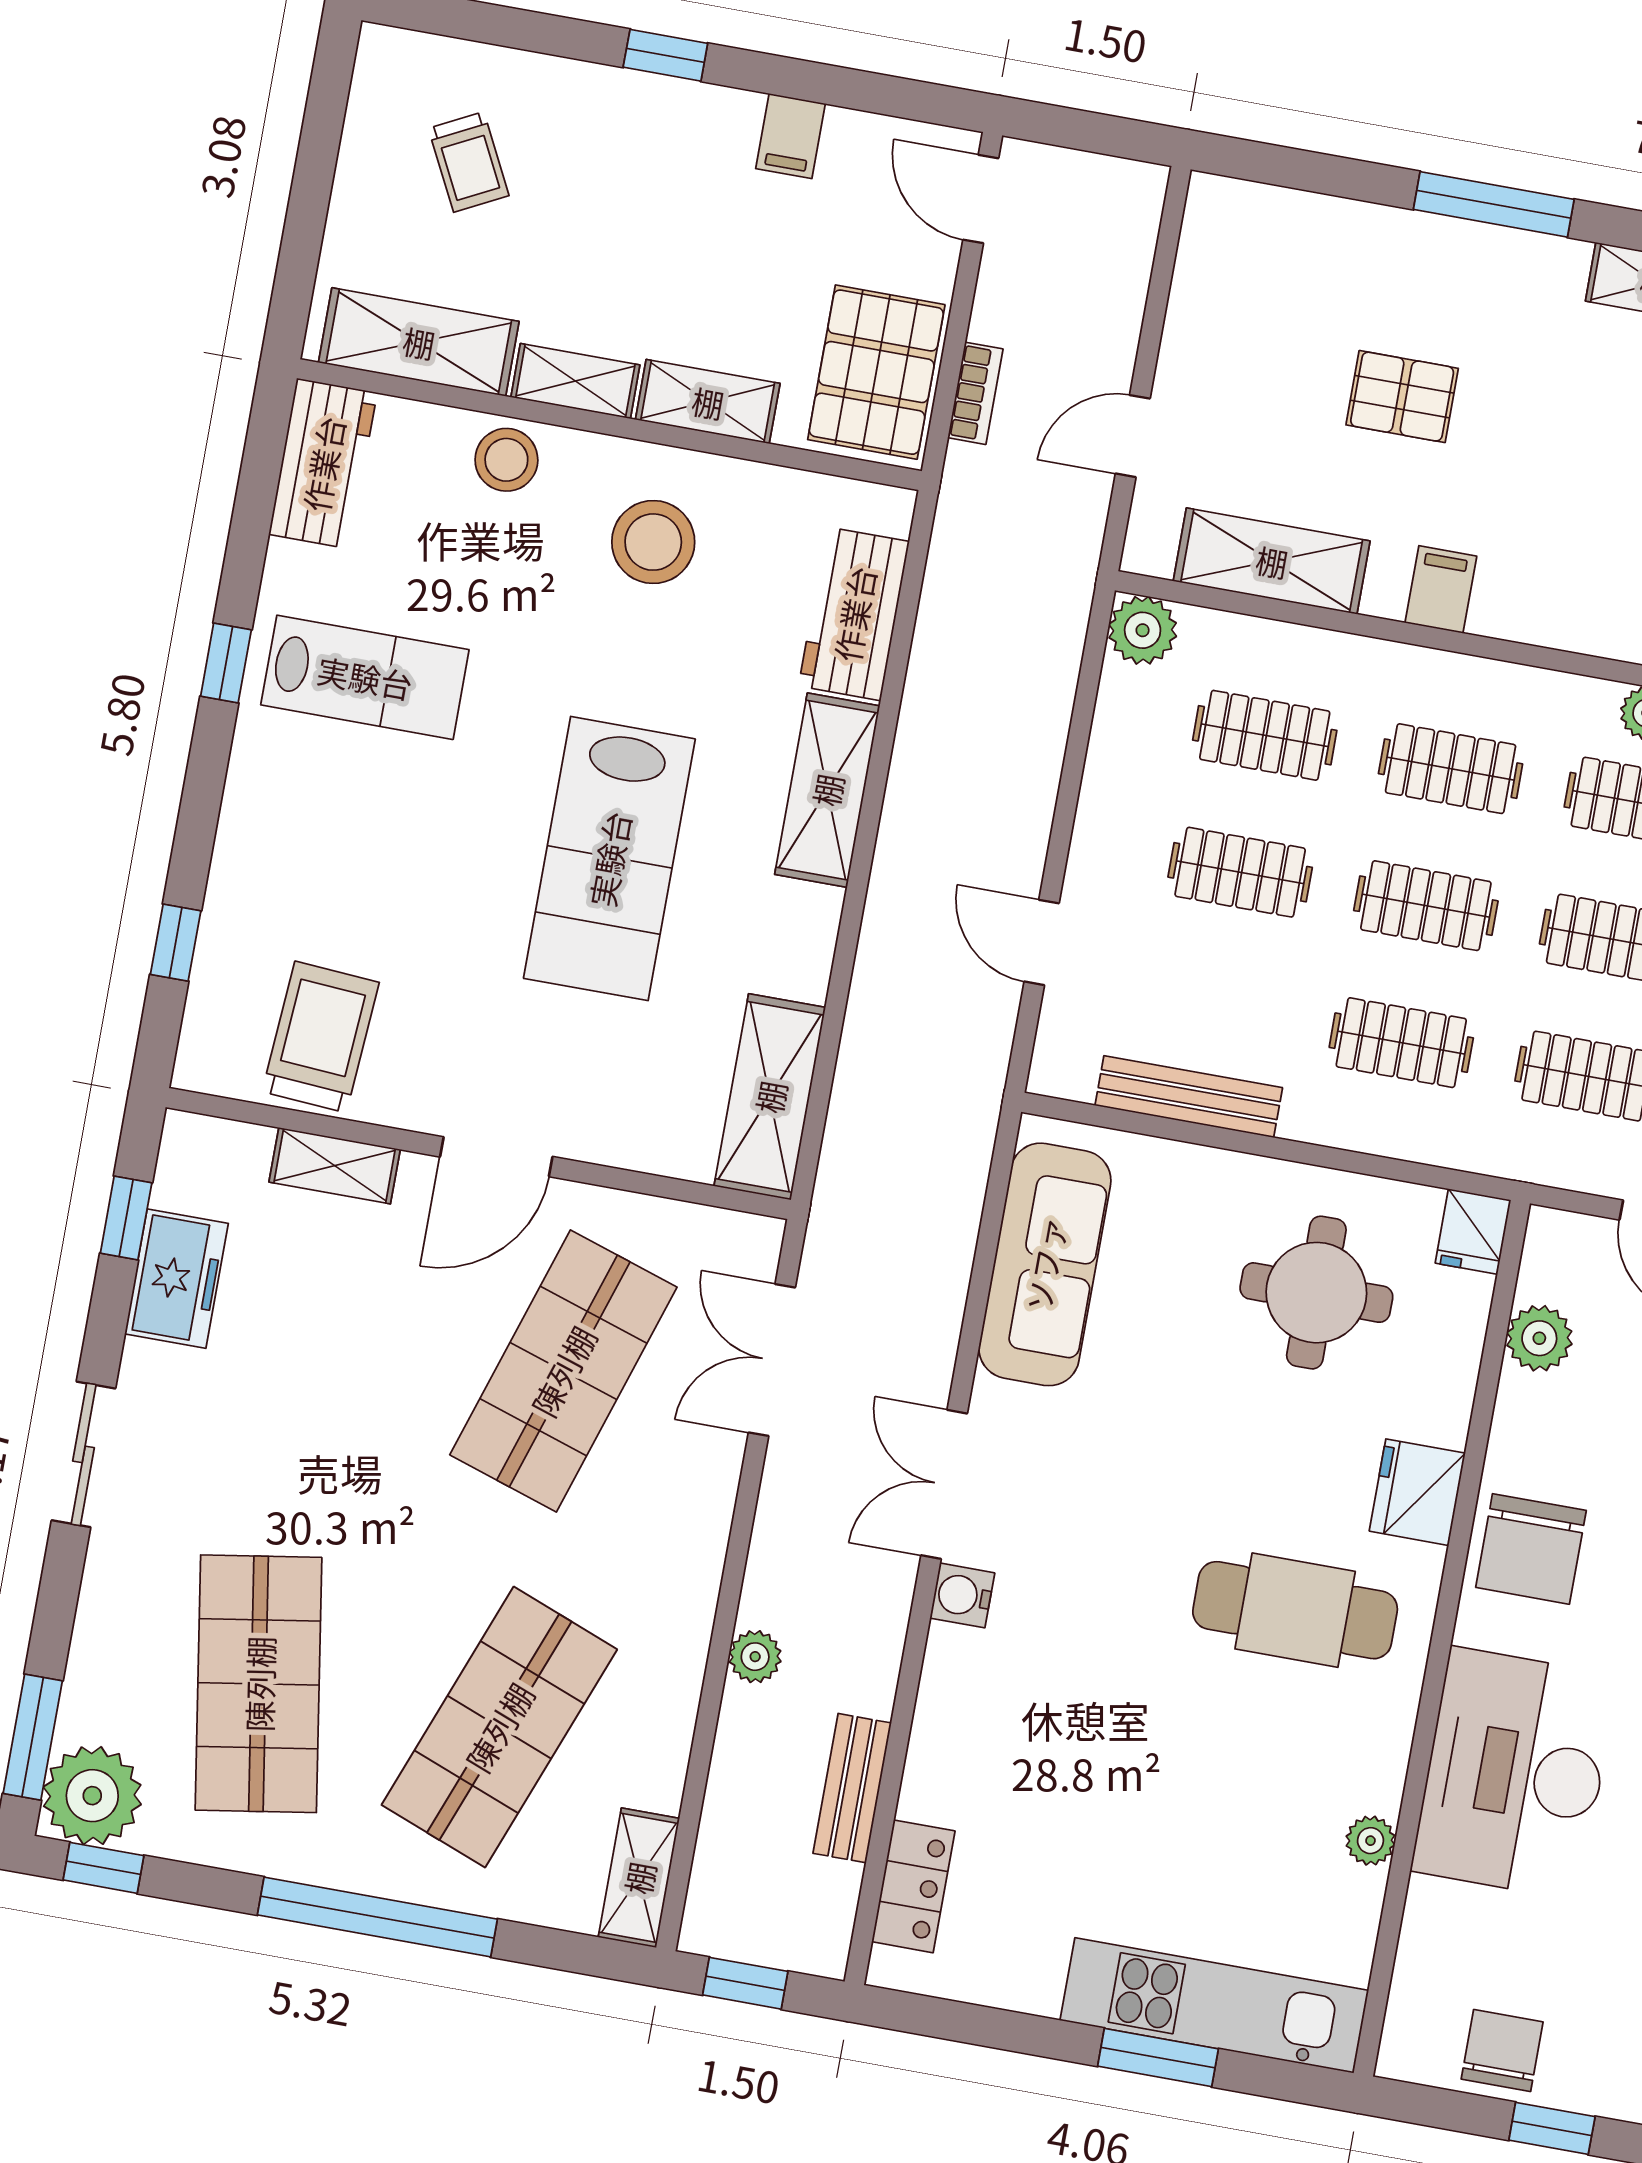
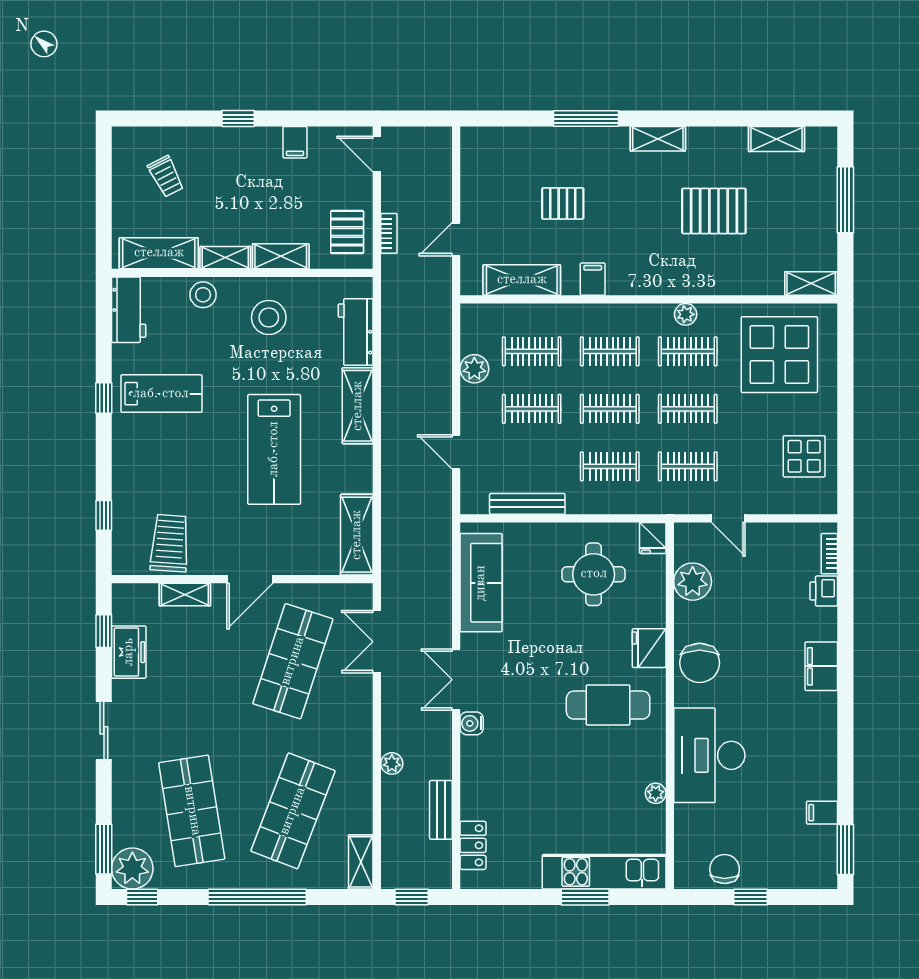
pallet: (876, 372) -> (347, 232), width x0.67, depth x0.71
plant: (1143, 630) -> (474, 369), moved
plant: (1539, 1338) -> (693, 582), width x1.36, depth x1.36

